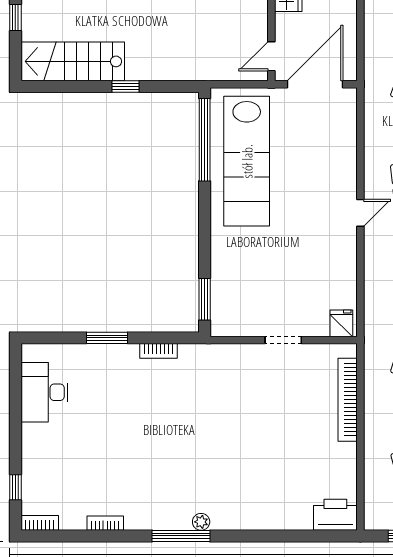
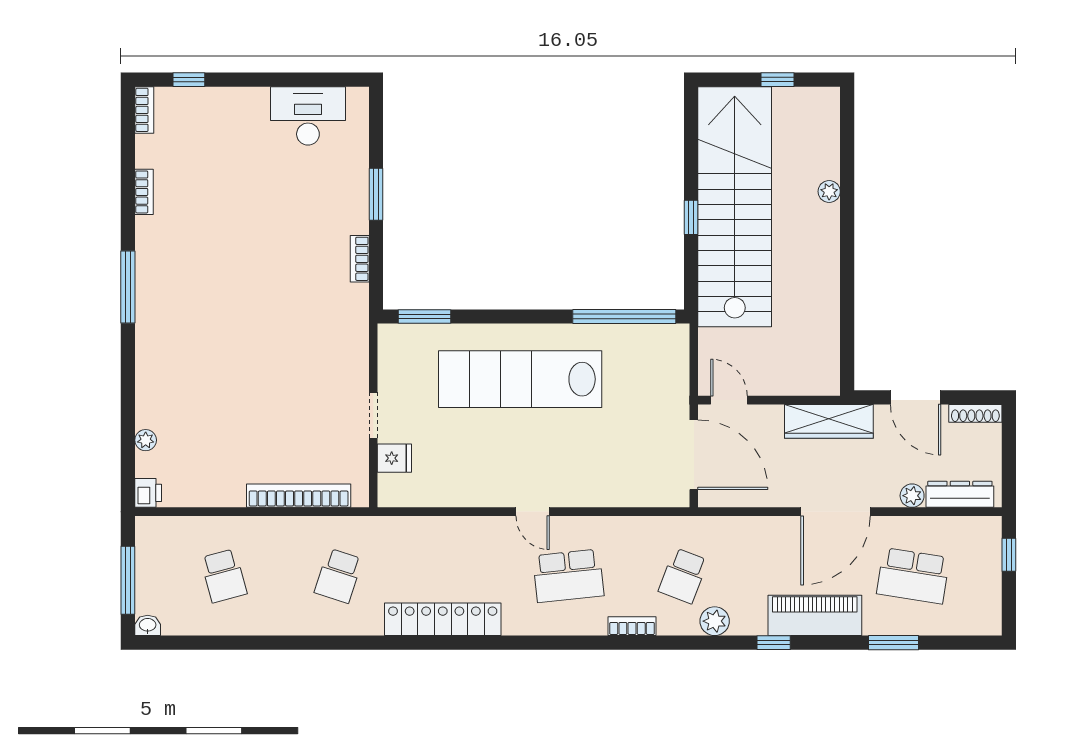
stairs: (73, 61) -> (735, 207), width x1.86, depth x1.51
lab bench: (247, 161) -> (520, 379), moved
fridge: (341, 323) -> (394, 458), moved
printer: (335, 515) -> (148, 493), width x0.53, depth x0.68
plant: (201, 522) -> (146, 440), moved

